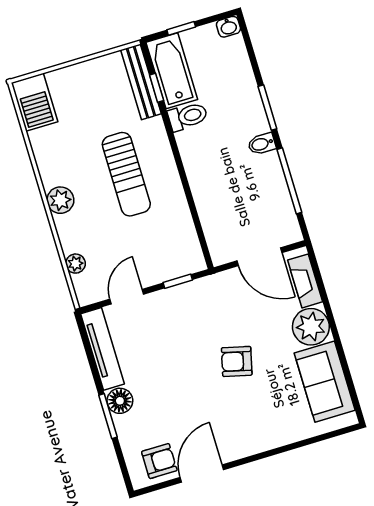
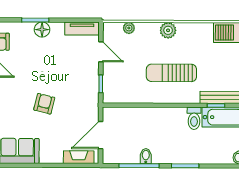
bidet: (262, 144) -> (146, 156), moved
plant: (311, 327) -> (51, 153), removed
tv unit: (102, 349) -> (82, 29), width x0.71

